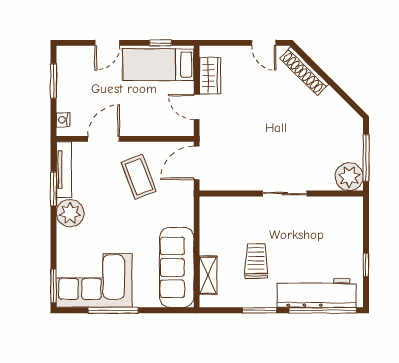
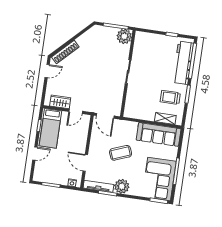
door: (107, 43) -> (35, 153), hinge flipped
coffee table: (139, 177) -> (121, 153), moved
trolley: (256, 261) -> (170, 97), moved

